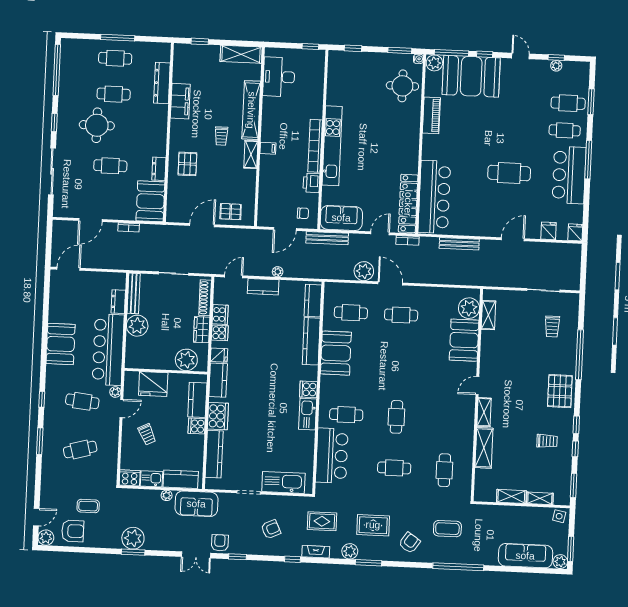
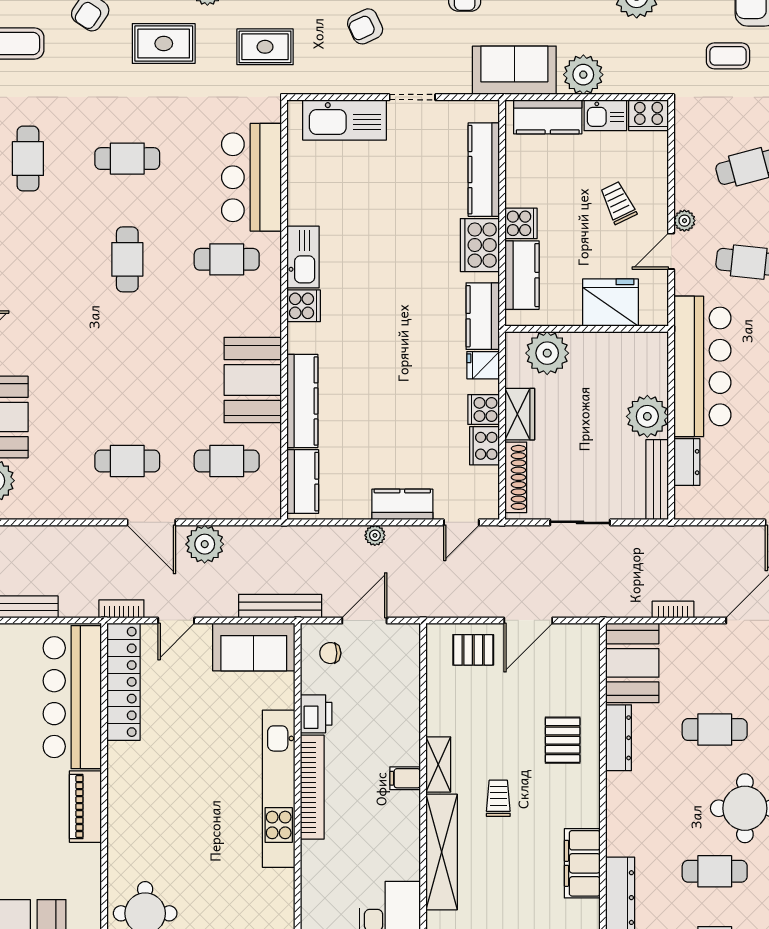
piano: (431, 115) -> (85, 807), moved
dresser: (159, 169) -> (619, 738), width x1.44
plant: (115, 392) -> (684, 221), moved
plant: (167, 495) -> (583, 75), width x1.87, depth x1.87

